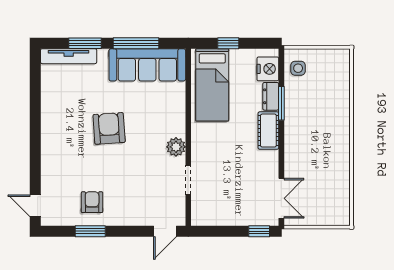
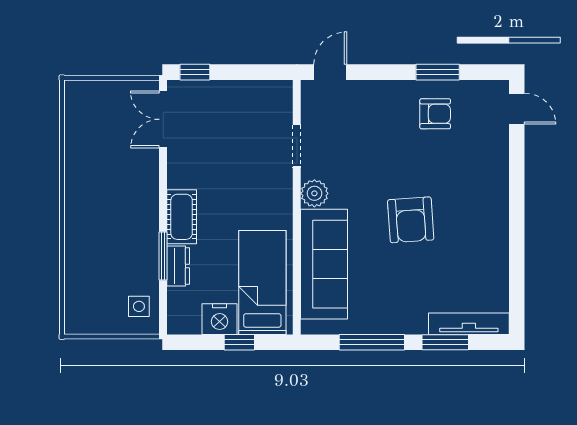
sofa: (147, 65) -> (324, 264), moved, turned 90
nightstand: (268, 69) -> (220, 319), moved, turned -90
armchair: (92, 202) -> (435, 114), turned -90

